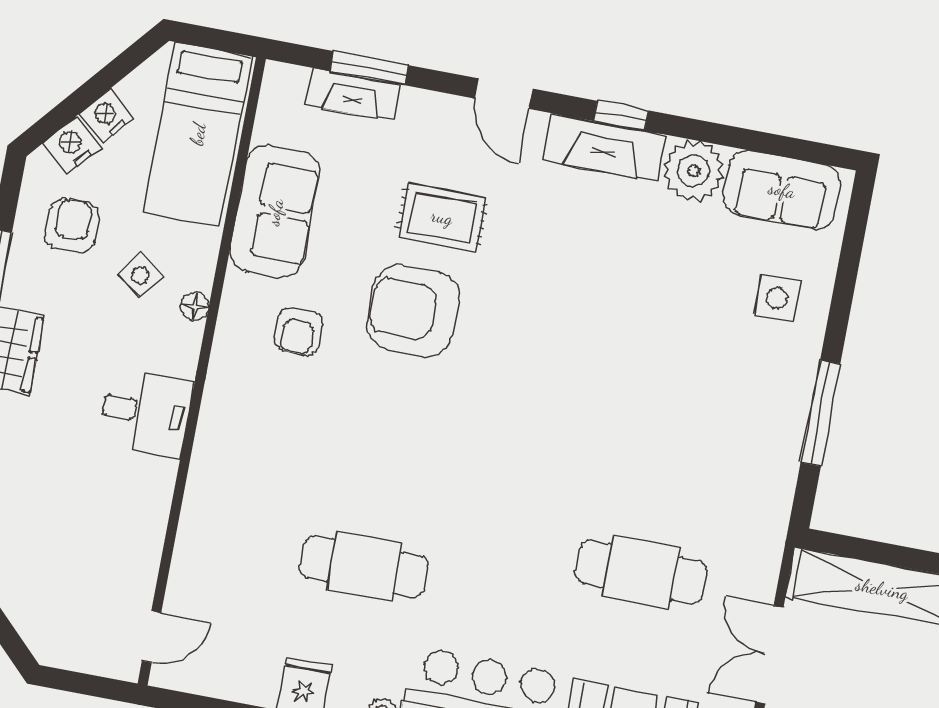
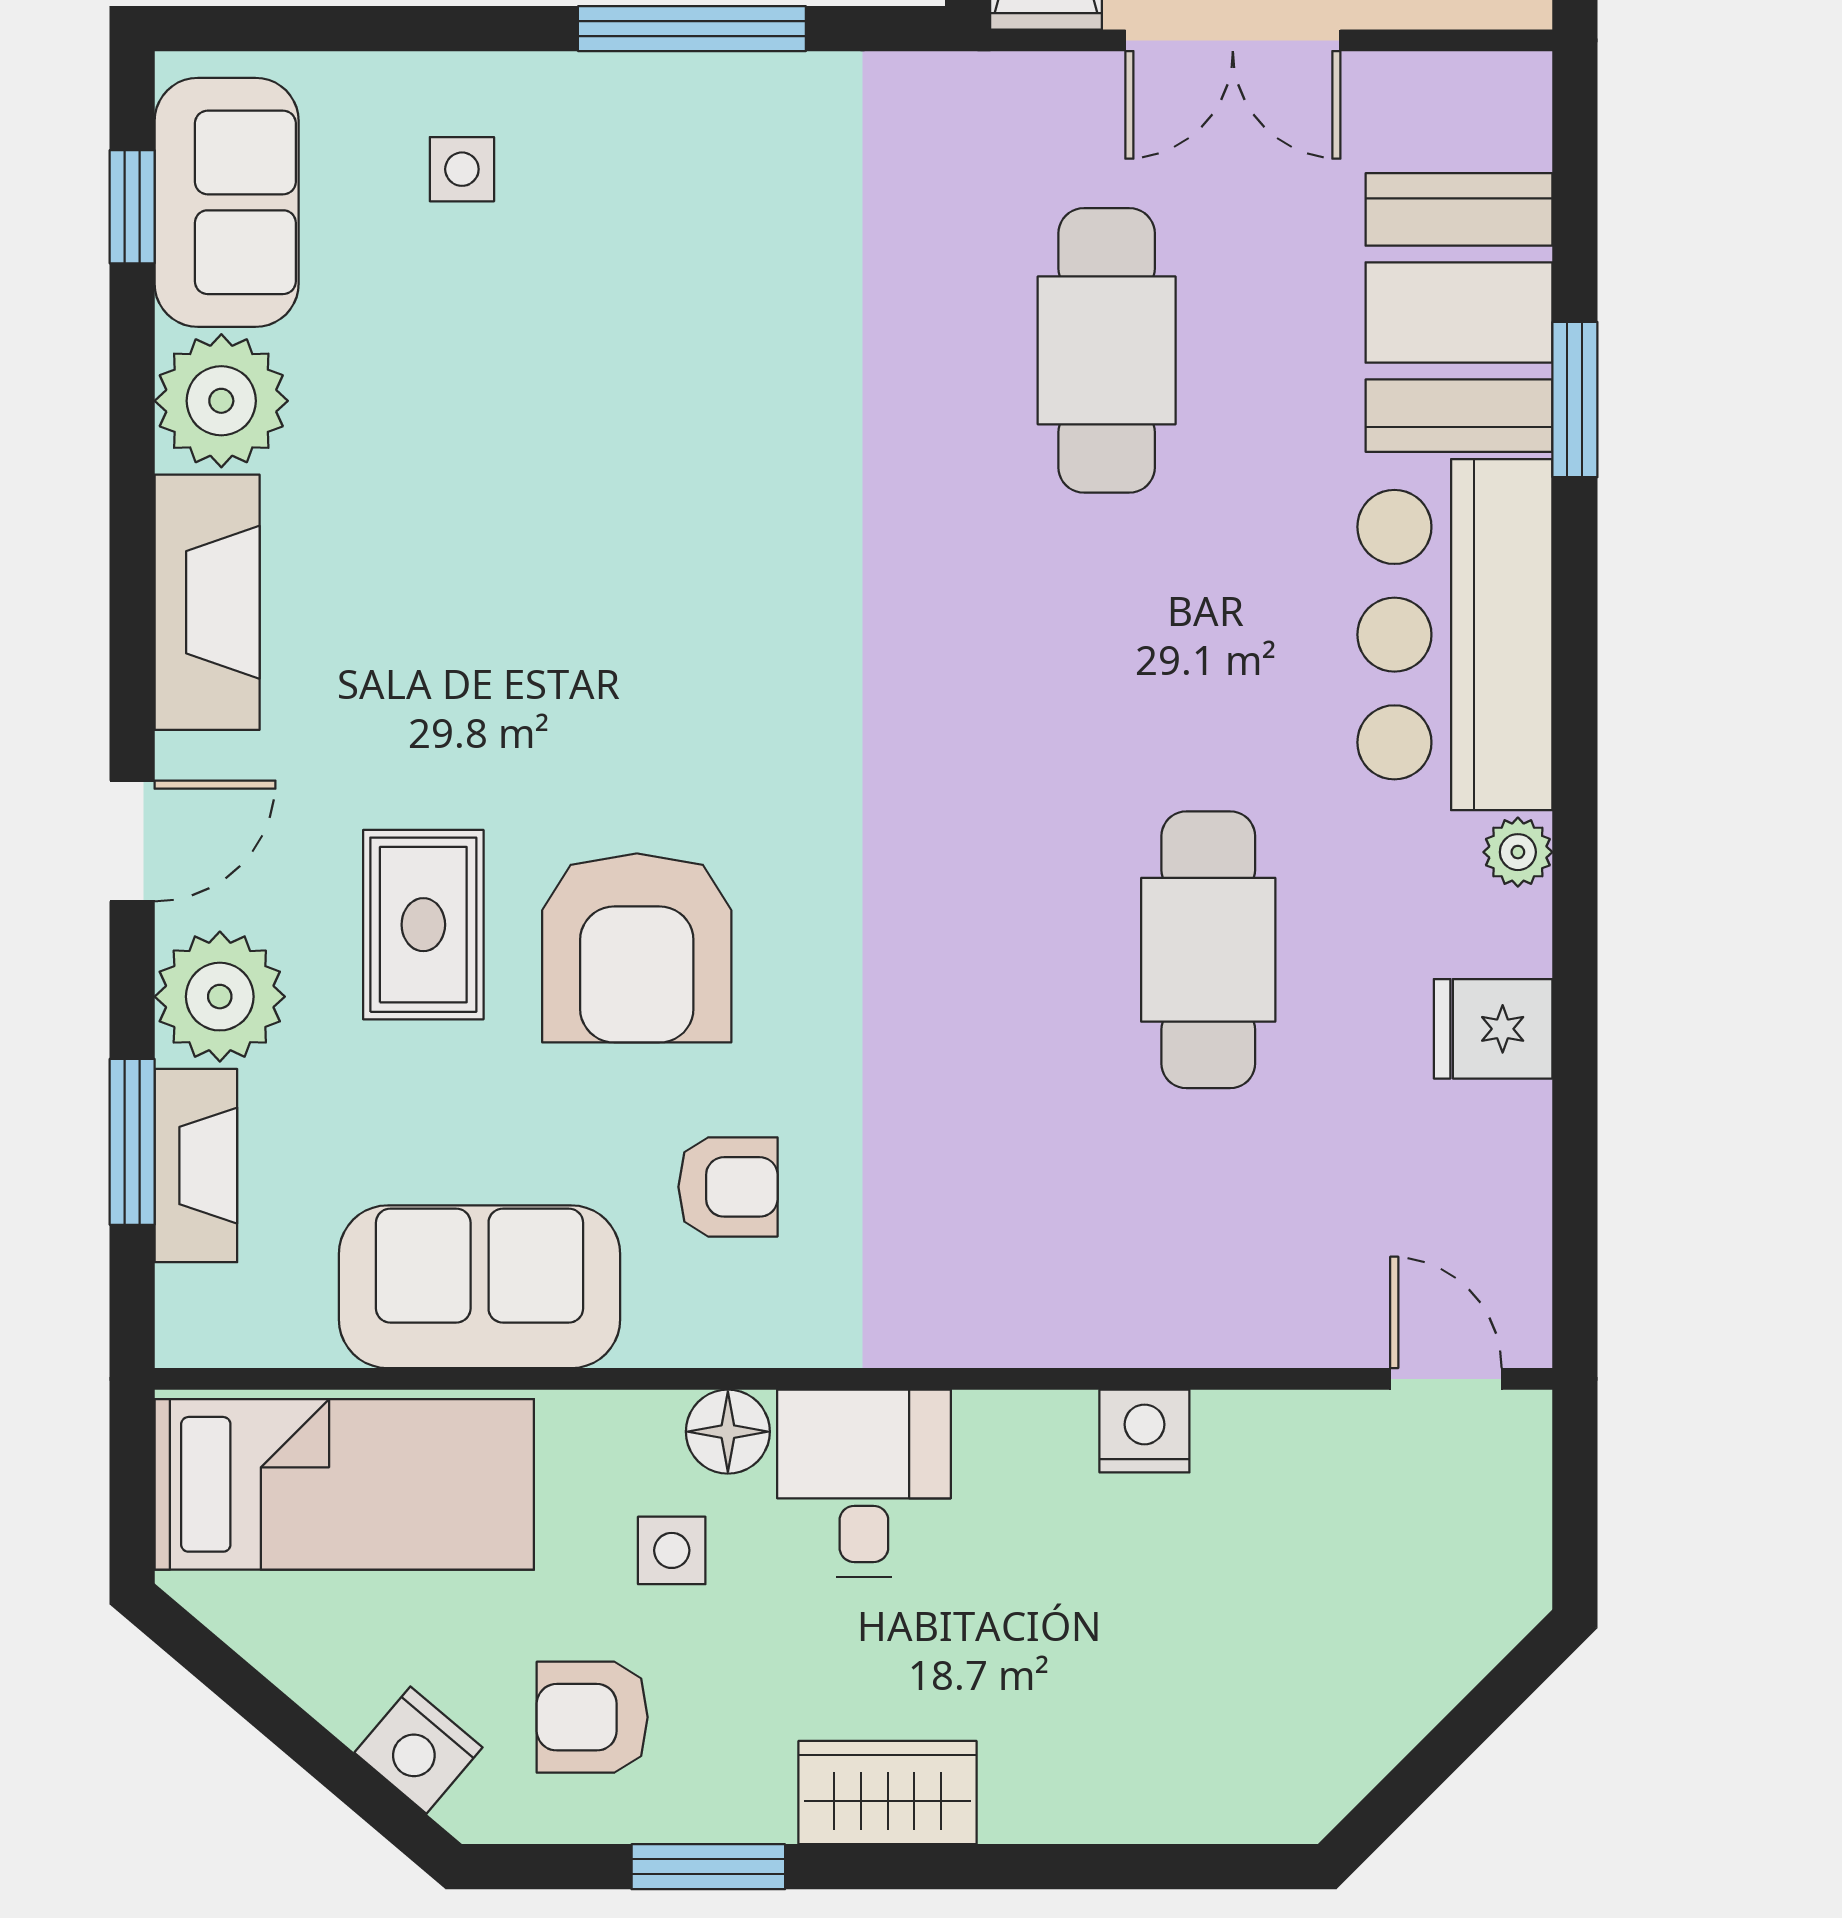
nightstand: (107, 116) -> (1144, 1431), moved, turned 140
window: (621, 116) -> (132, 207), moved
plant: (427, 120) -> (220, 997), added
side table: (140, 275) -> (672, 1550), turned -35
side table: (777, 298) -> (462, 169), width x0.73, depth x0.73
floor lamp: (195, 306) -> (728, 1432), width x1.37, depth x1.37
desk: (145, 412) -> (864, 1483), moved

